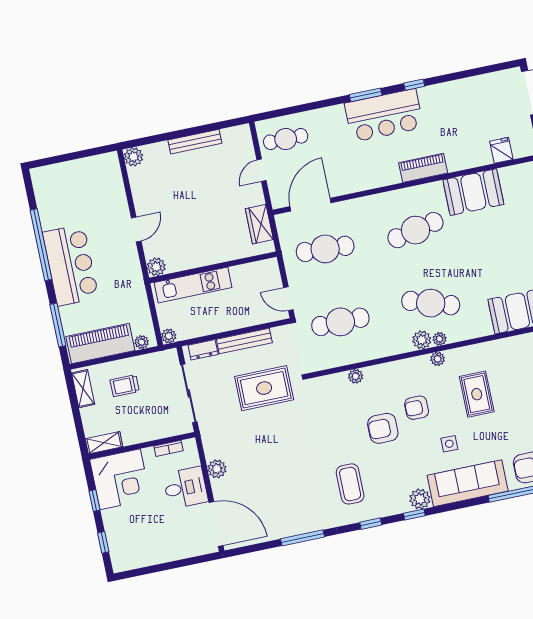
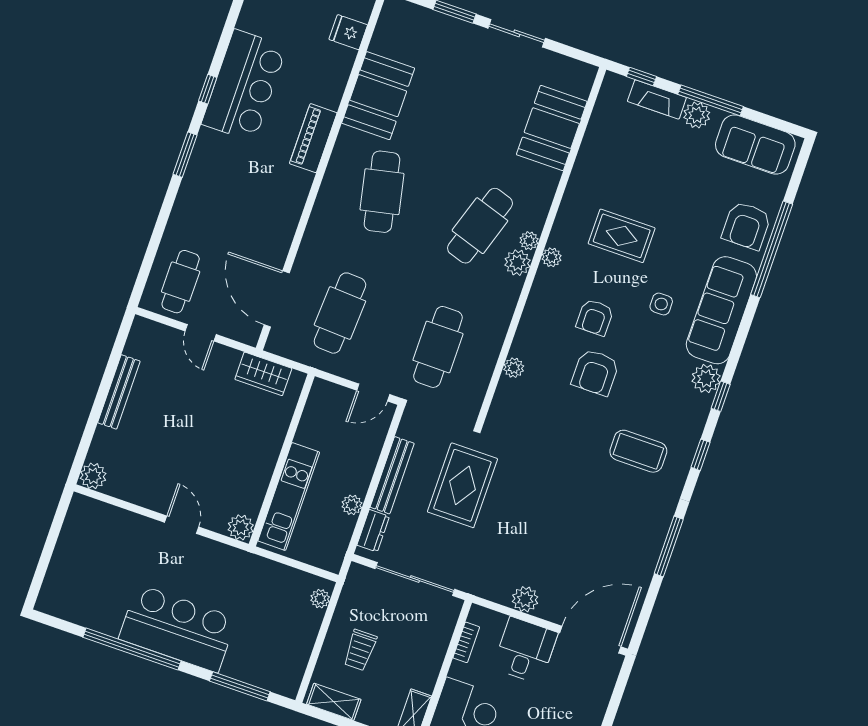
bar counter: (384, 115) -> (244, 85), moved
plant: (169, 336) -> (352, 505), moved
piano: (100, 344) -> (292, 649), removed

